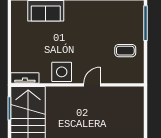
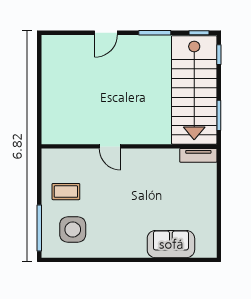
side table: (62, 72) -> (73, 229), moved
door: (92, 85) -> (110, 146), hinge flipped

